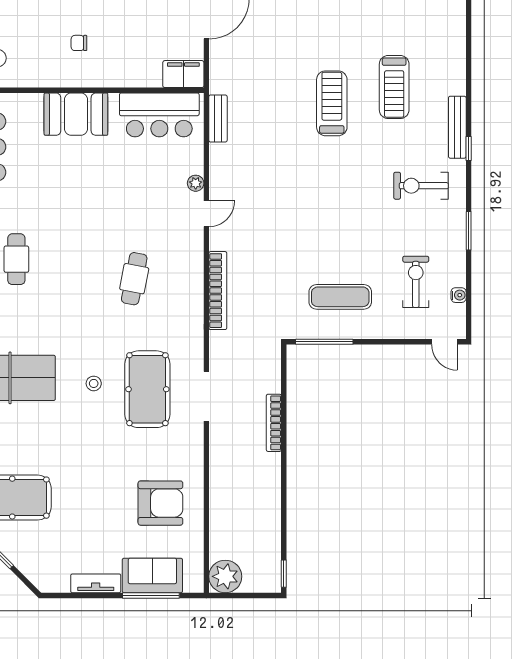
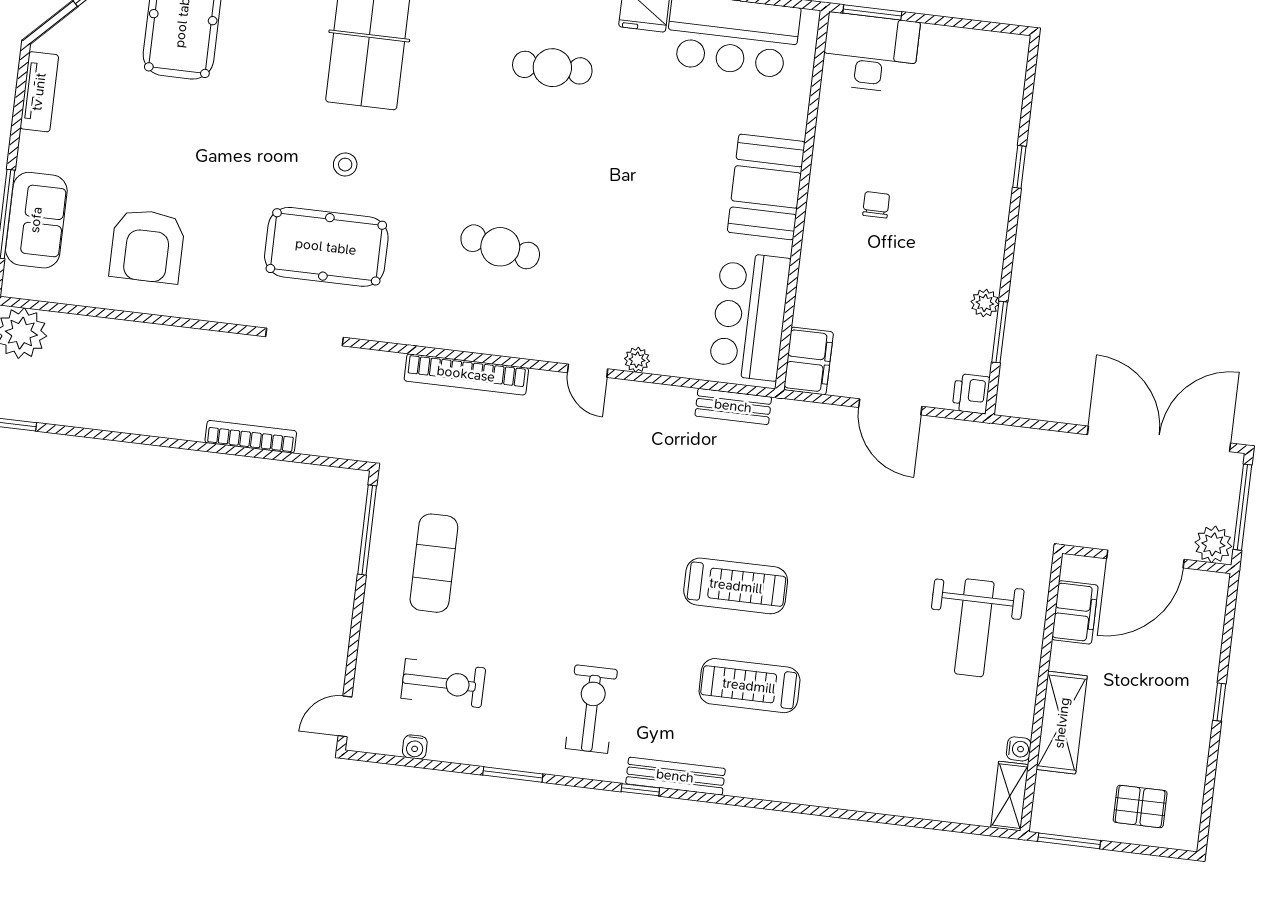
tv unit: (96, 583) -> (39, 92), moved

